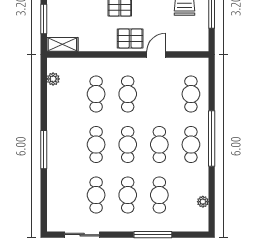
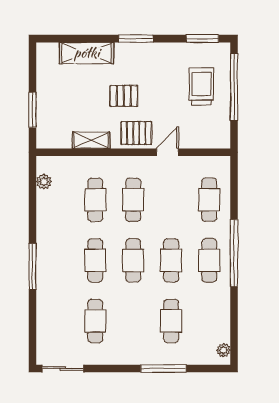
shelving: (62, 44) -> (91, 140), moved
cafe table: (128, 195) -> (133, 321), removed
plant: (203, 202) -> (224, 350), moved
sliding door: (82, 235) -> (63, 369), moved

